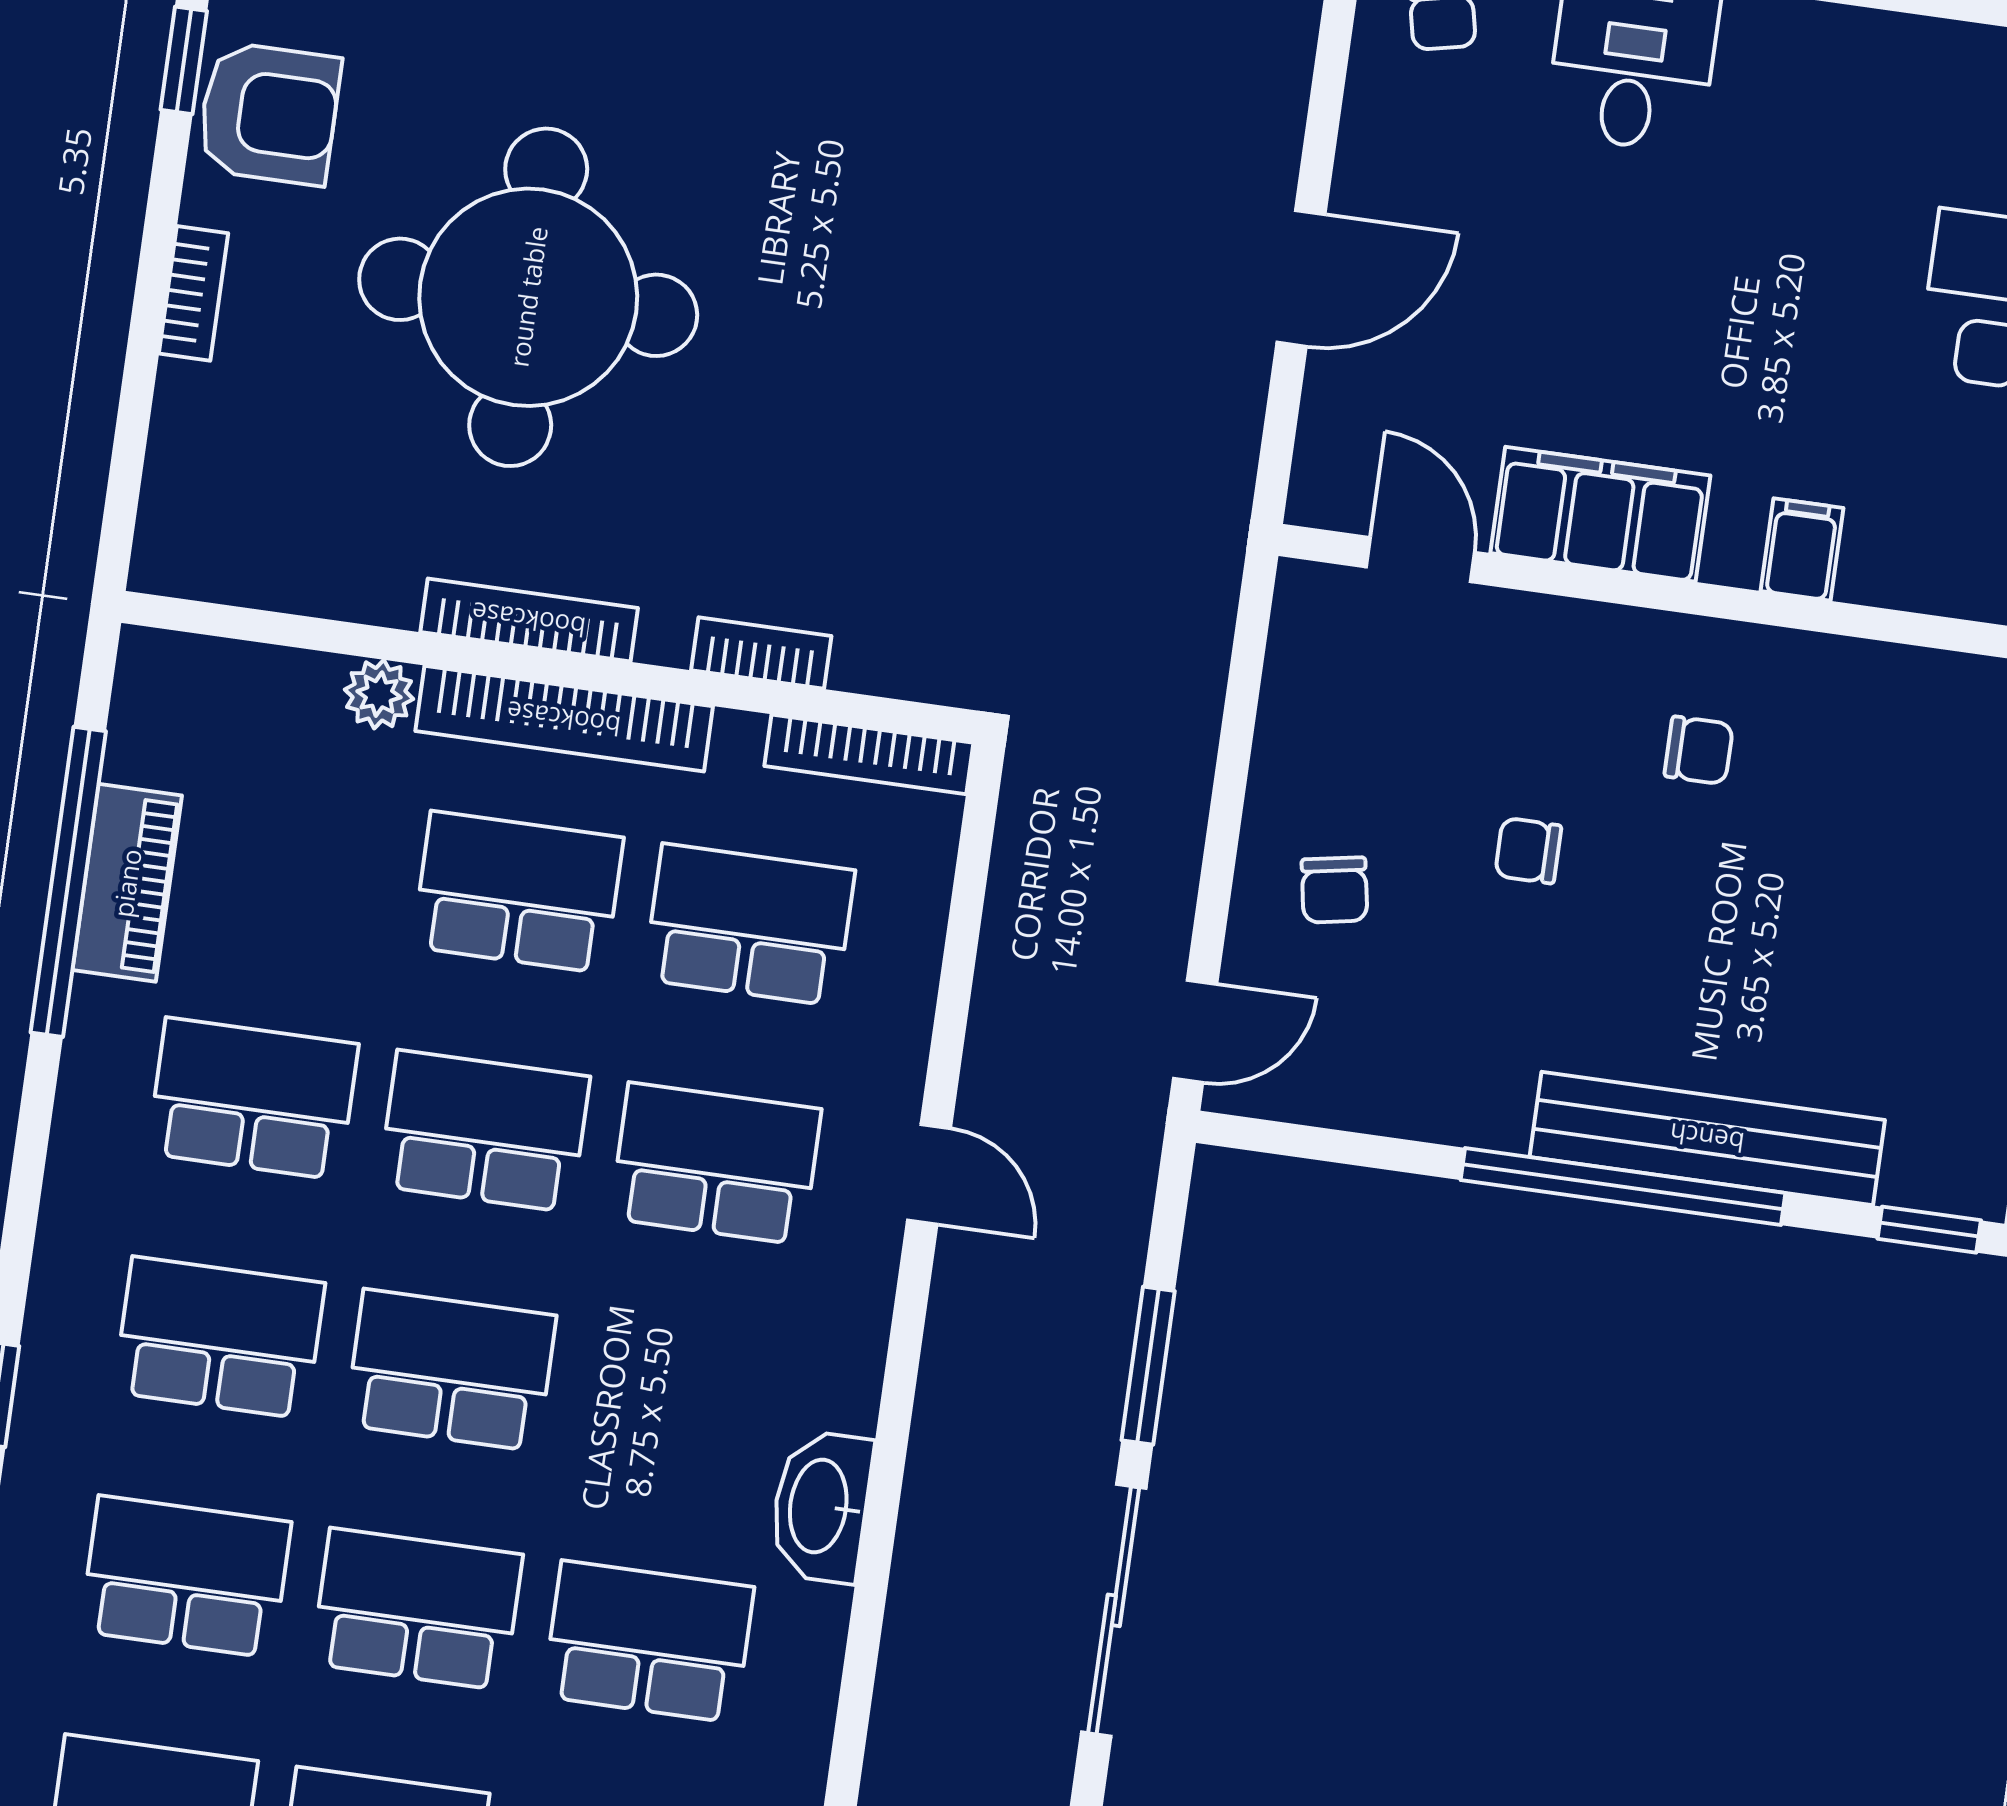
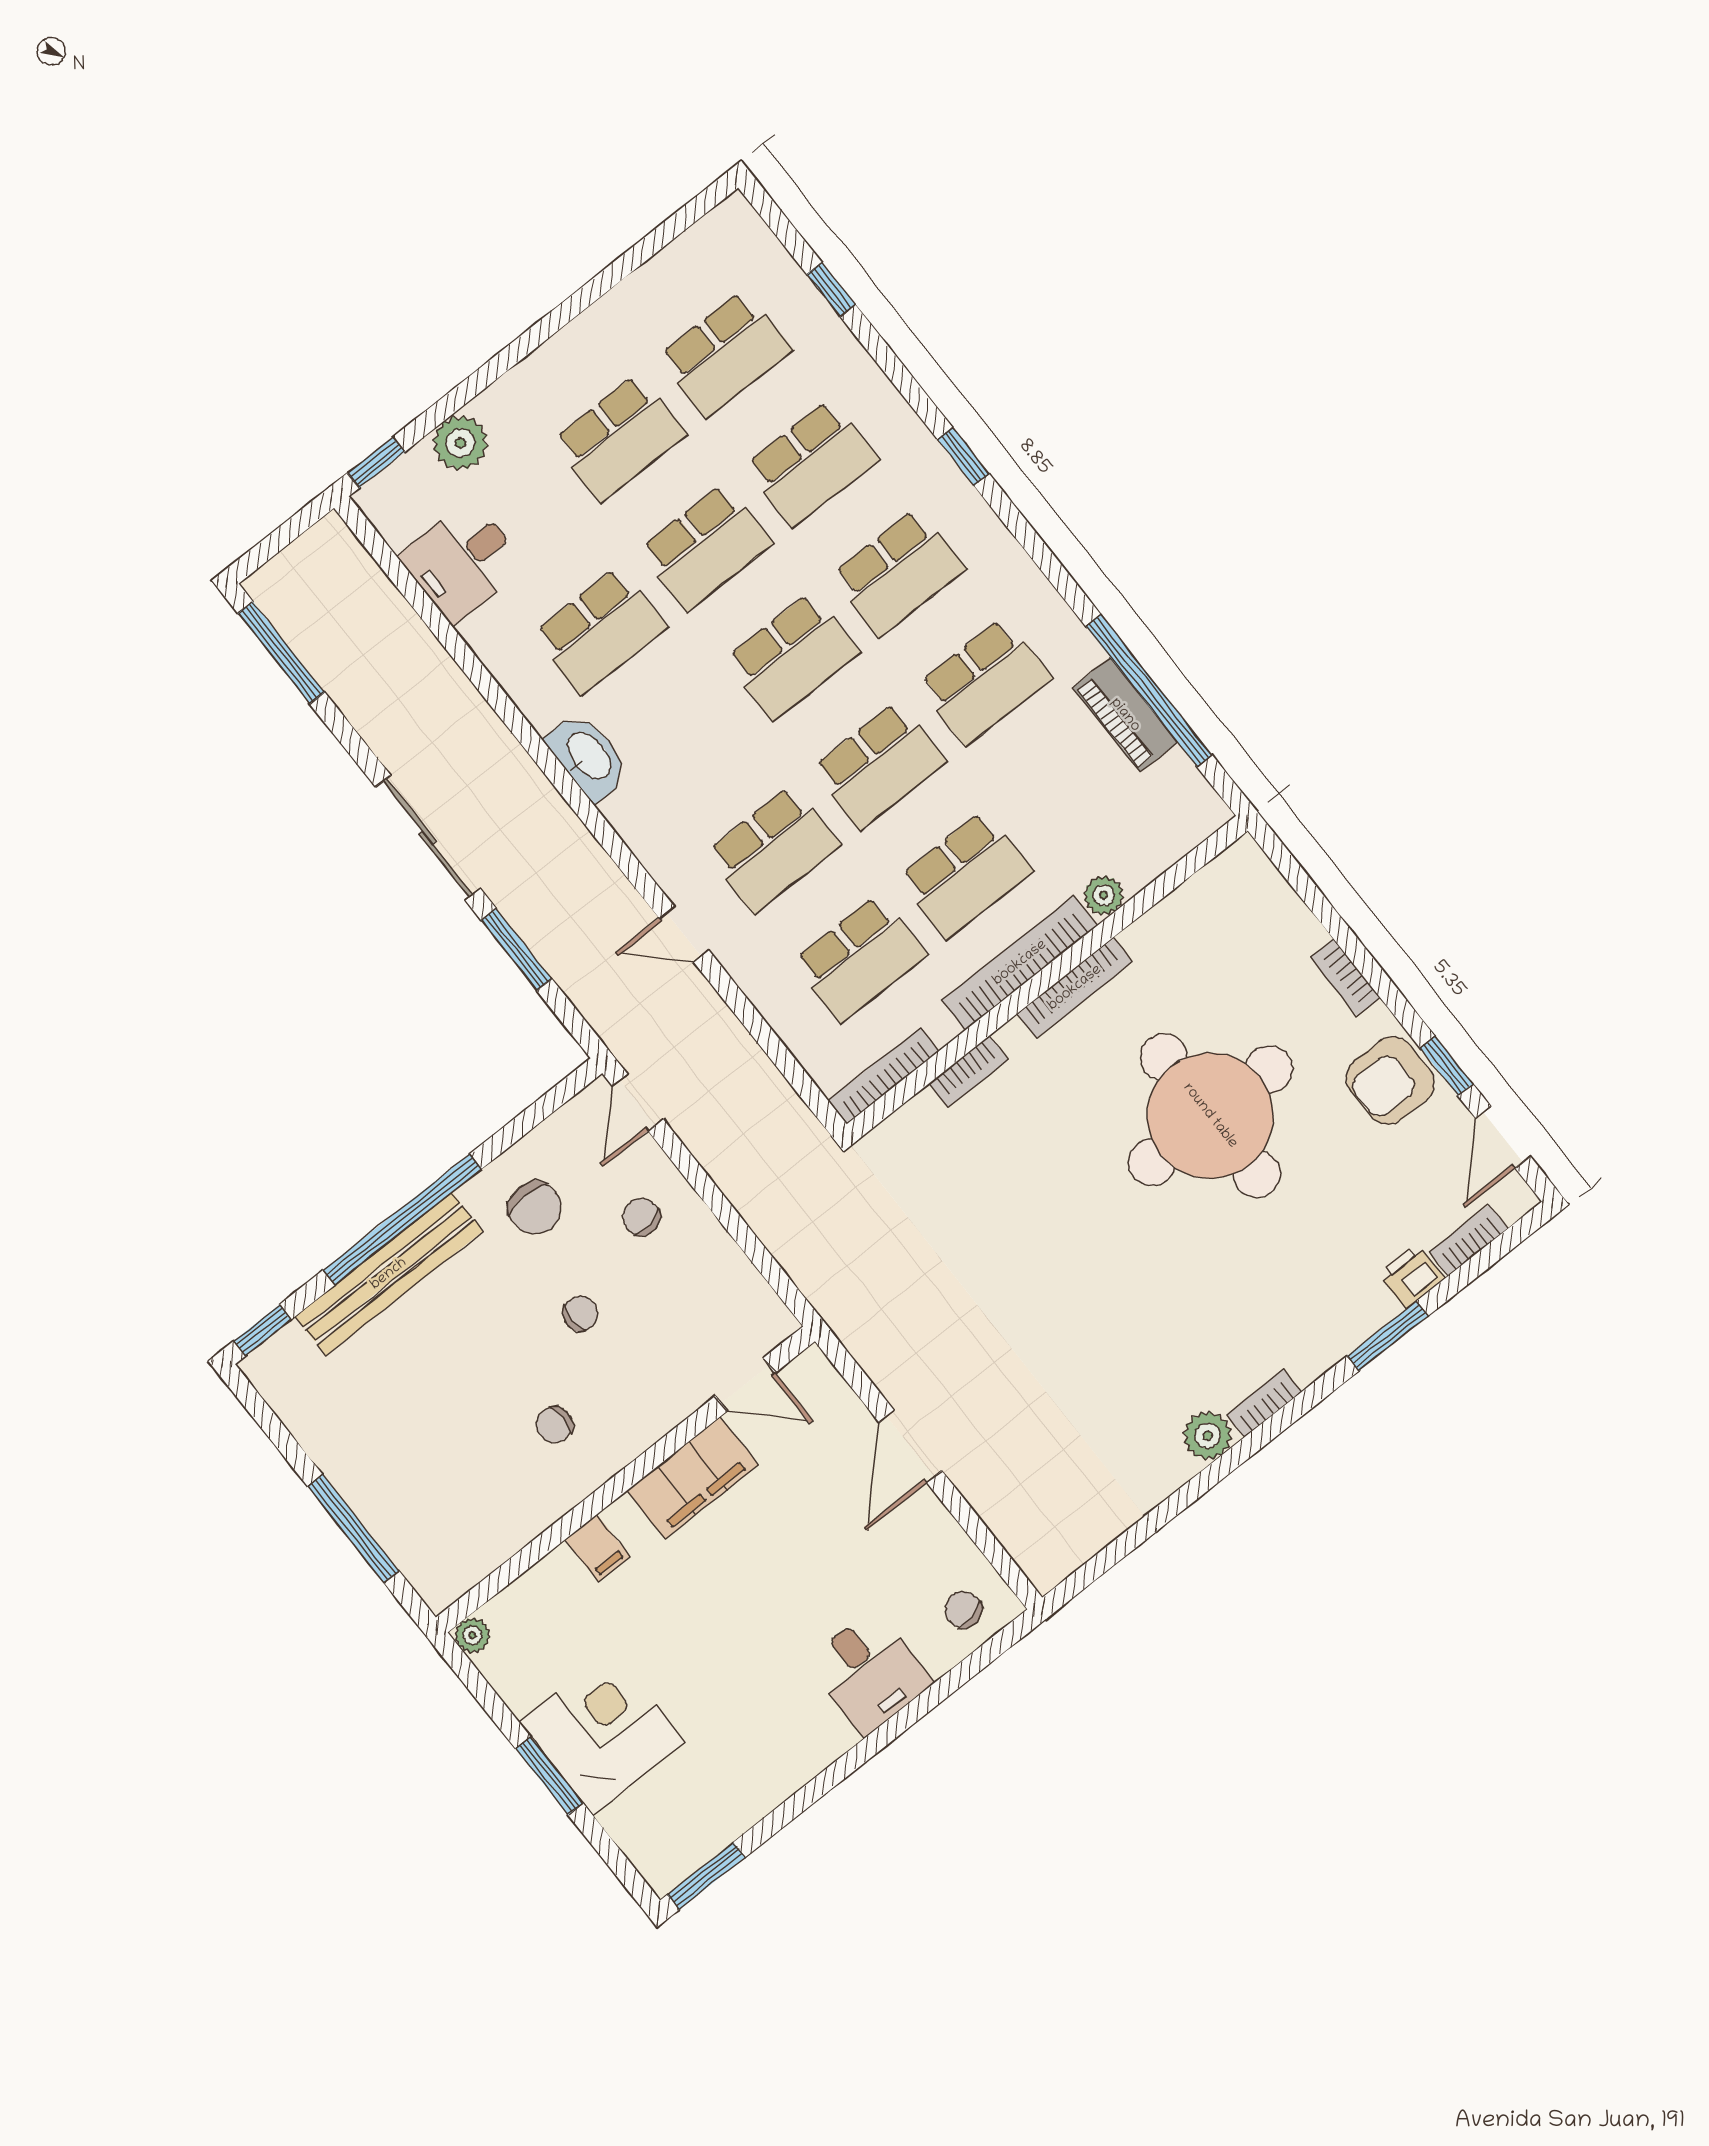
chair: (1450, 1034) -> (535, 1208), added

